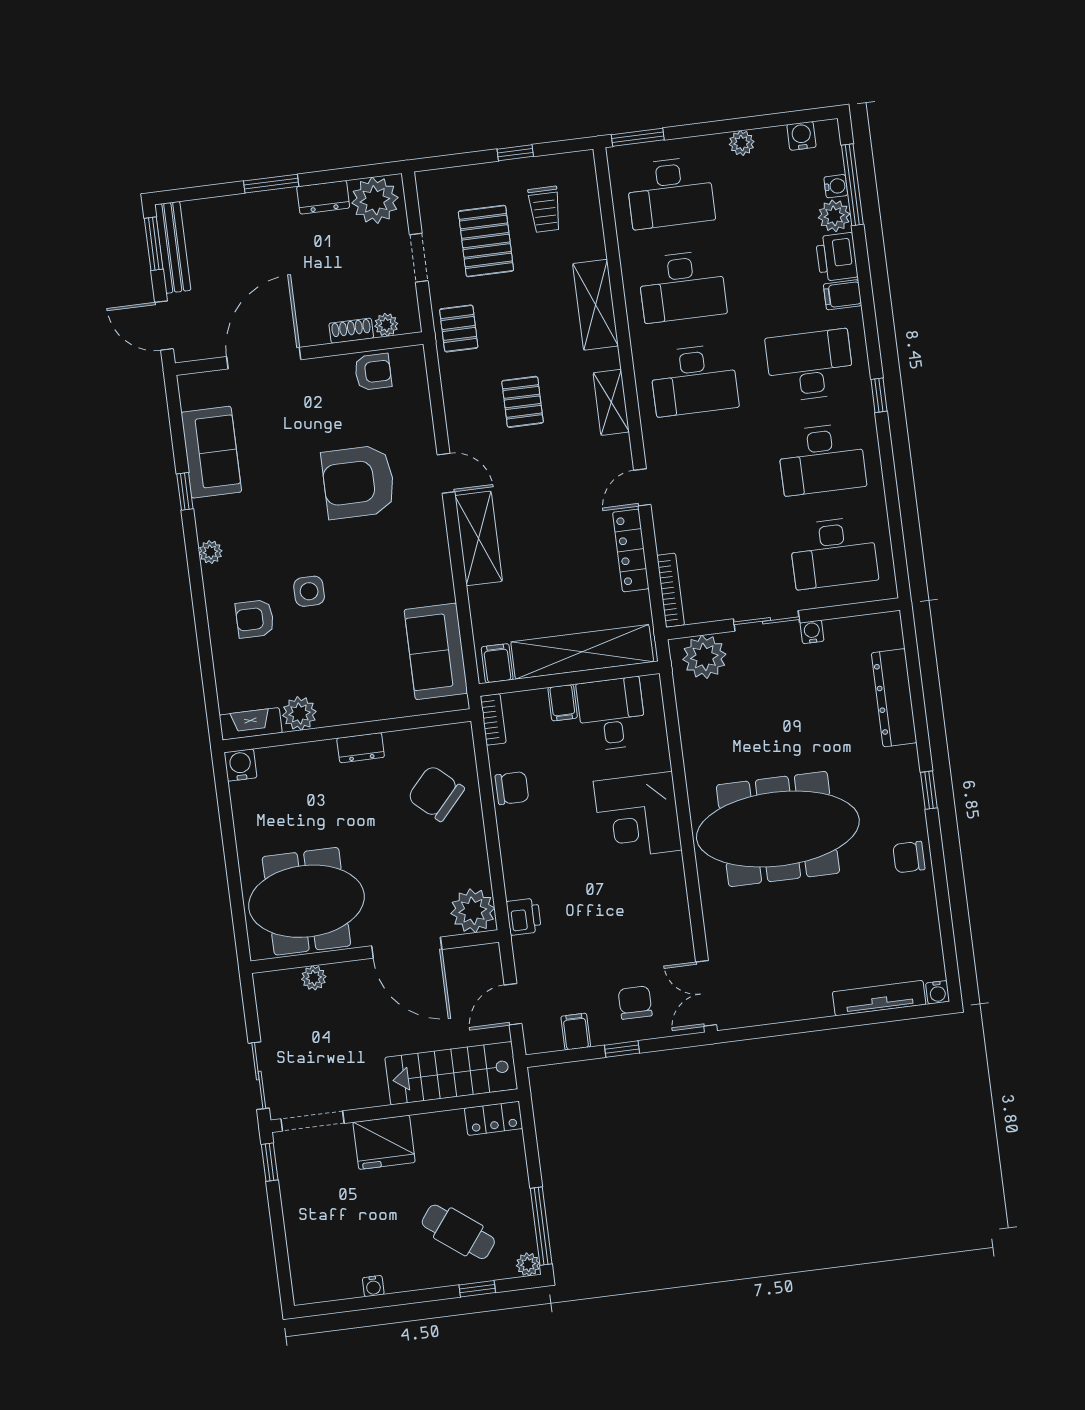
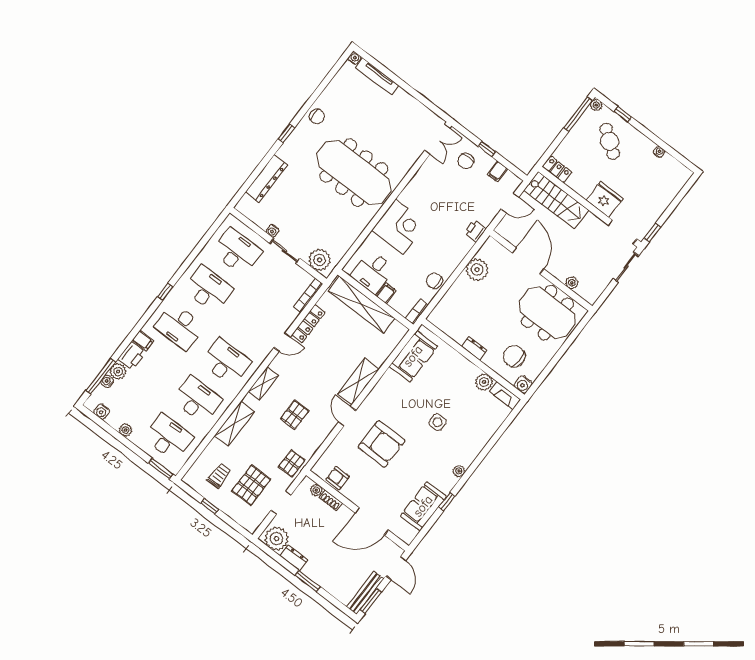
armchair: (255, 619) -> (467, 432), removed
filing cabinet: (497, 663) -> (396, 330), removed
chair: (436, 793) -> (514, 356), moved, turned 138
plant: (473, 911) -> (477, 270), moved

